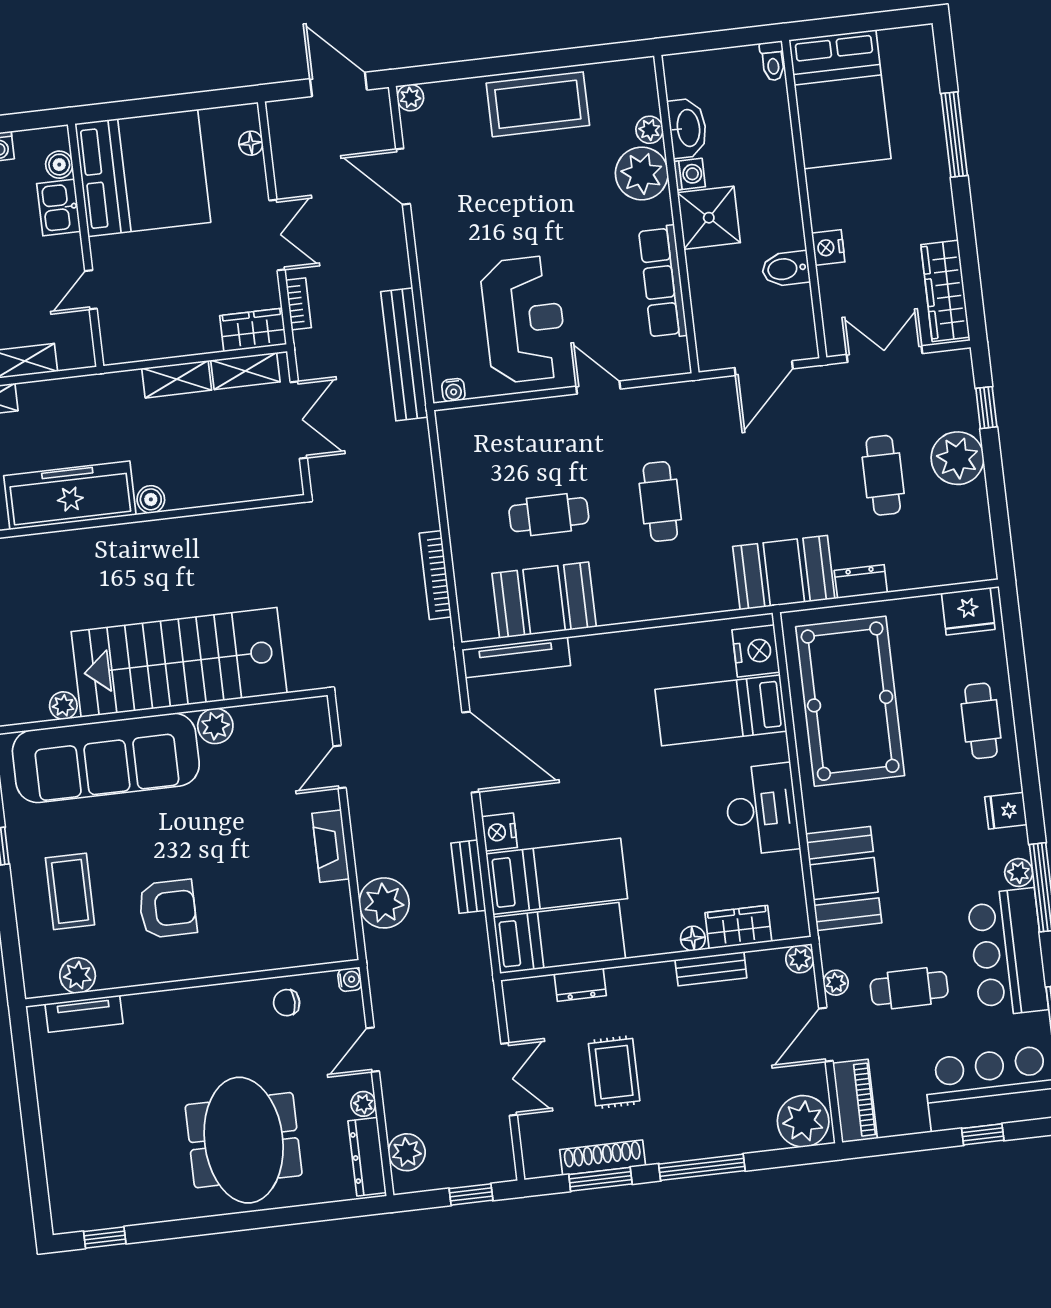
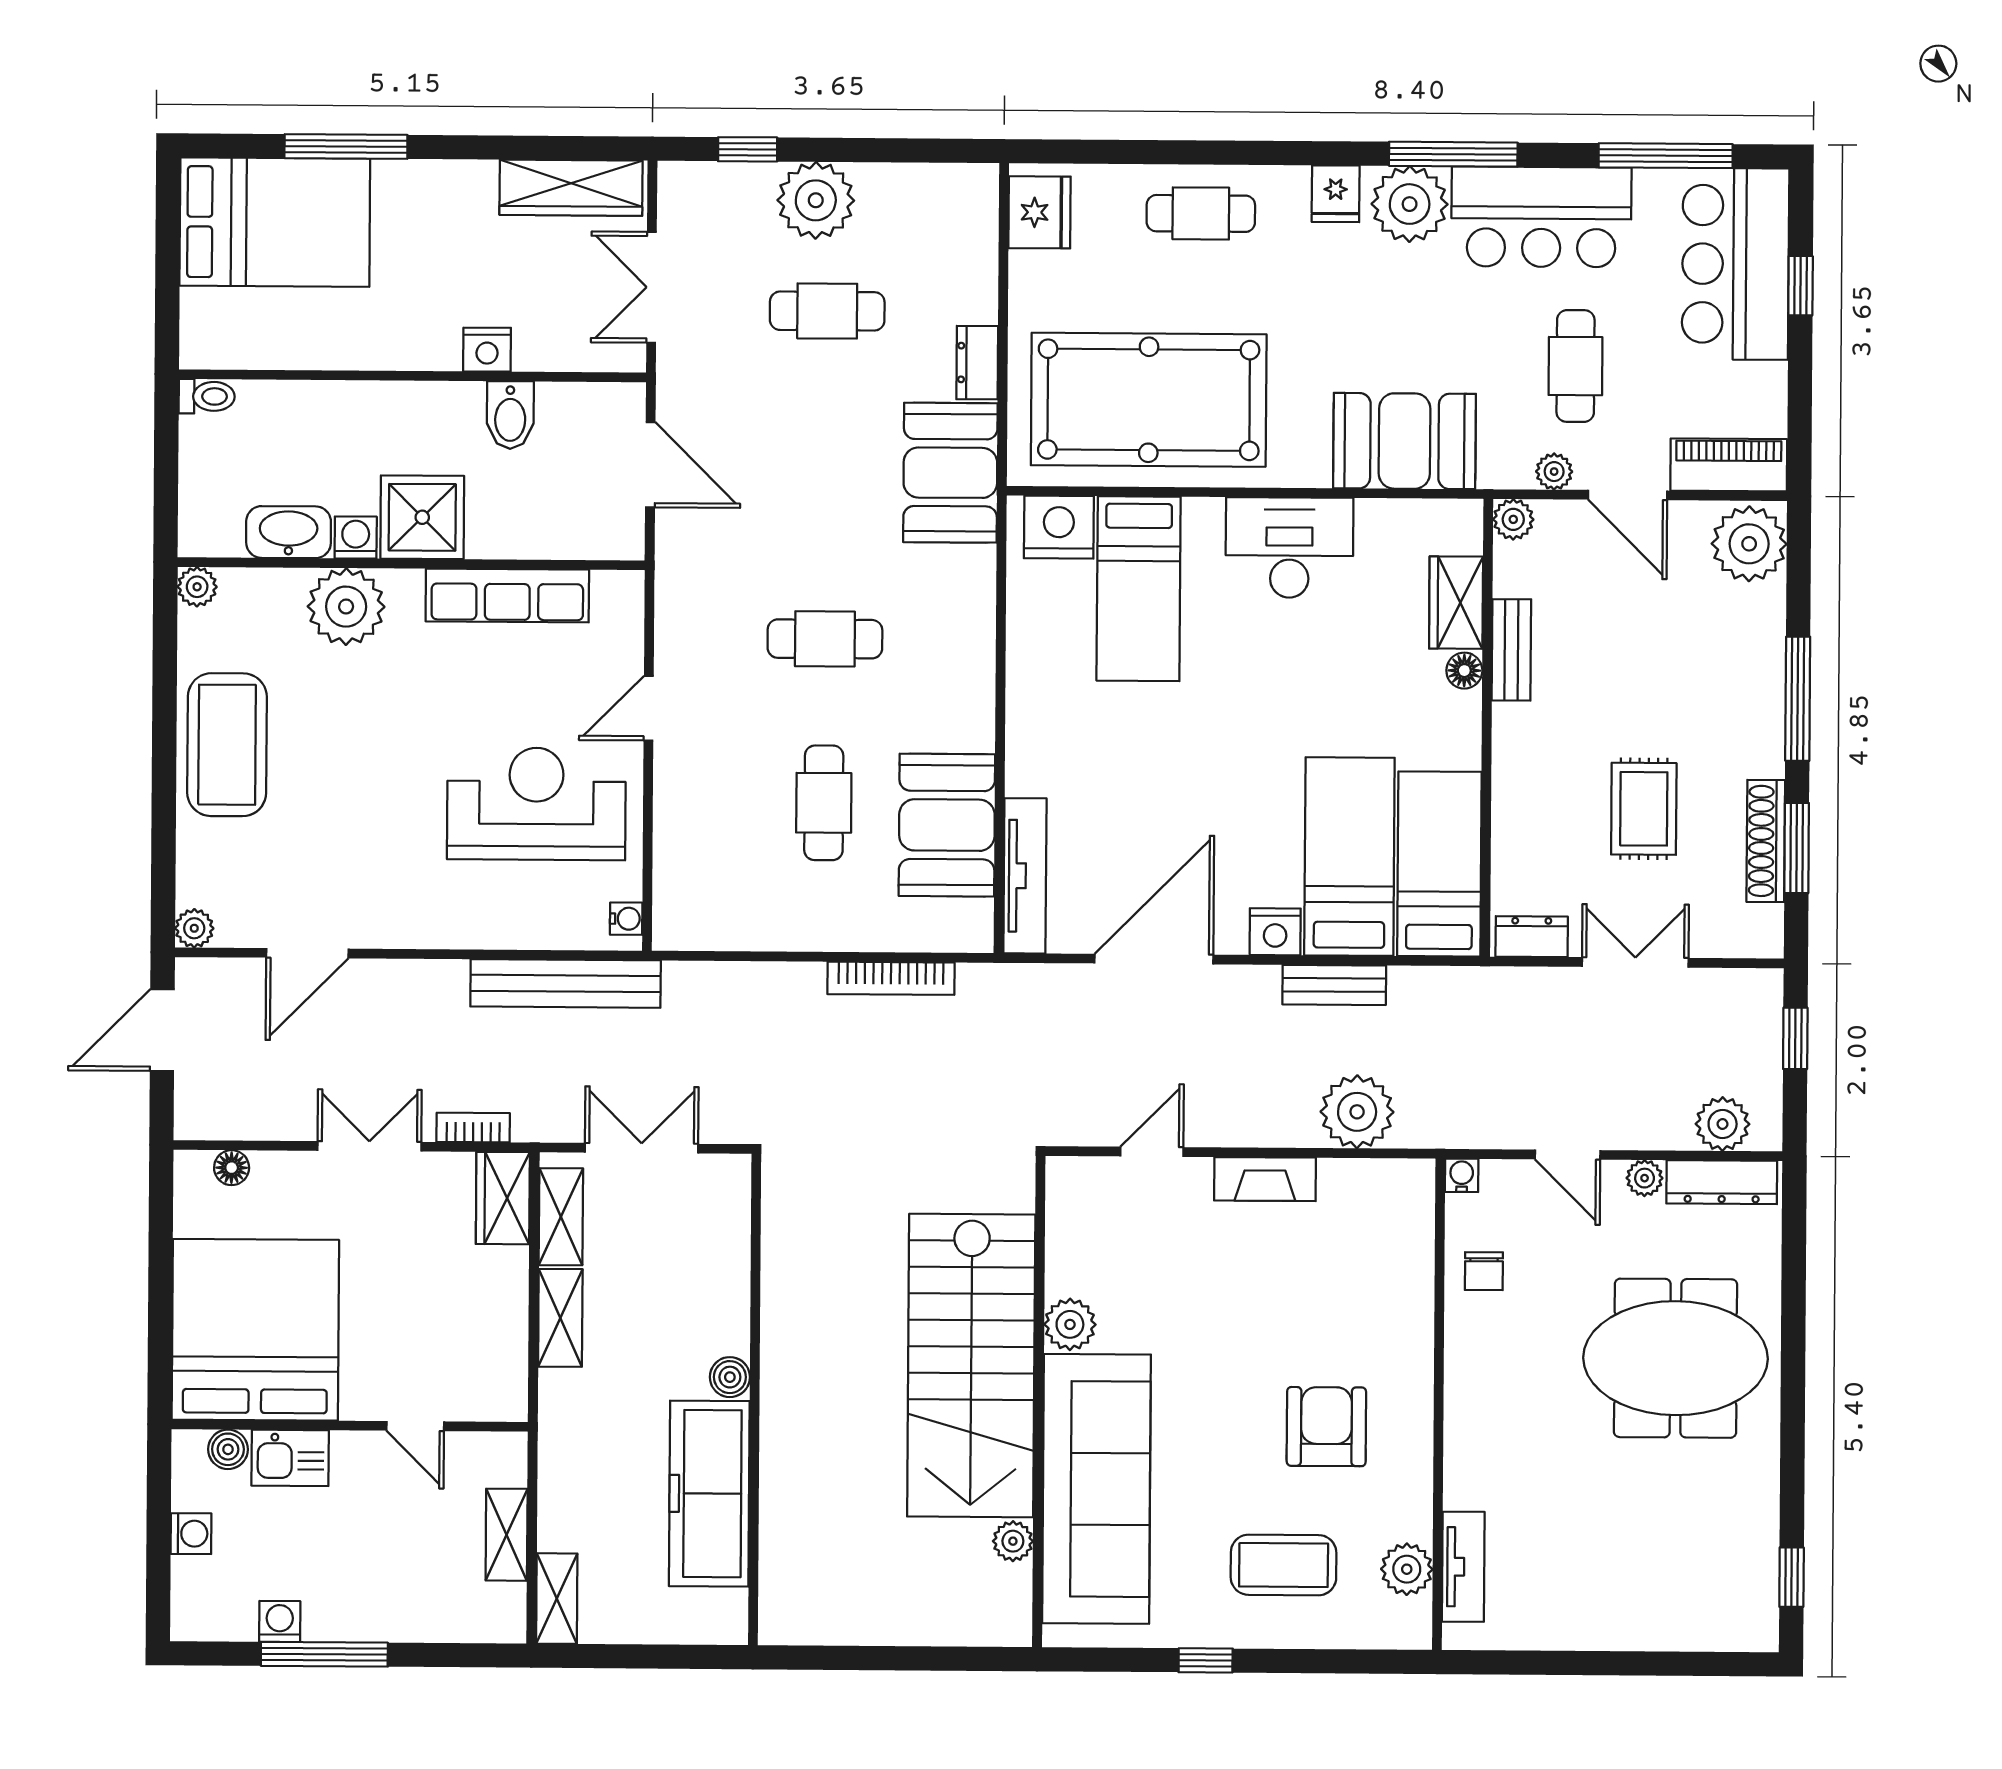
bed: (840, 99) -> (275, 222), moved
plant: (650, 130) -> (197, 587), moved
door: (340, 767) -> (1152, 1152), swing flipped
plant: (1019, 873) -> (1410, 204), width x1.87, depth x1.87
dresser: (580, 985) -> (1532, 937), moved, turned -90
rug: (614, 1072) -> (1644, 809), turned 90

